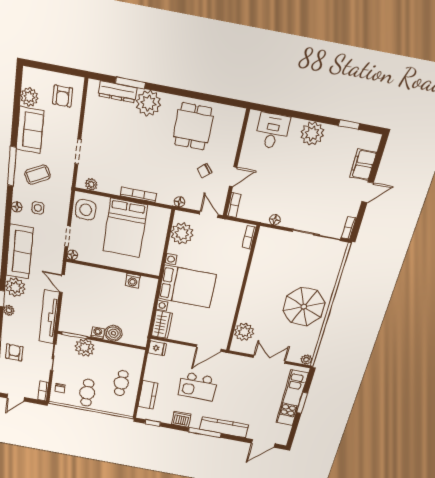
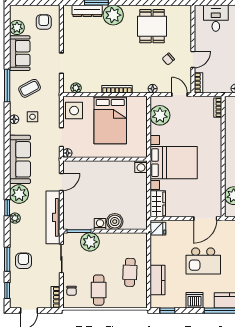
armchair: (63, 96) -> (44, 22), turned 180
washing machine: (133, 281) -> (141, 167), moved
door: (62, 284) -> (61, 182), swing flipped

